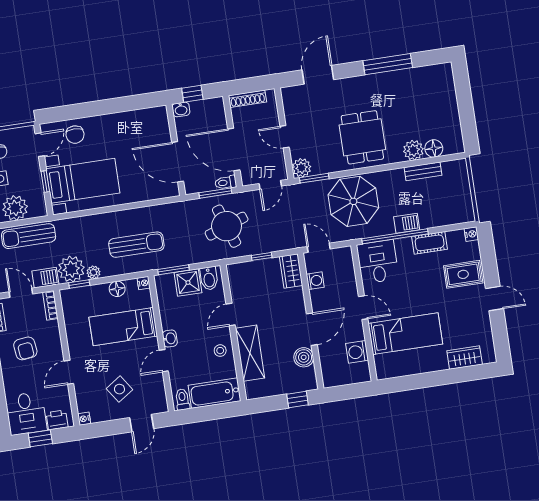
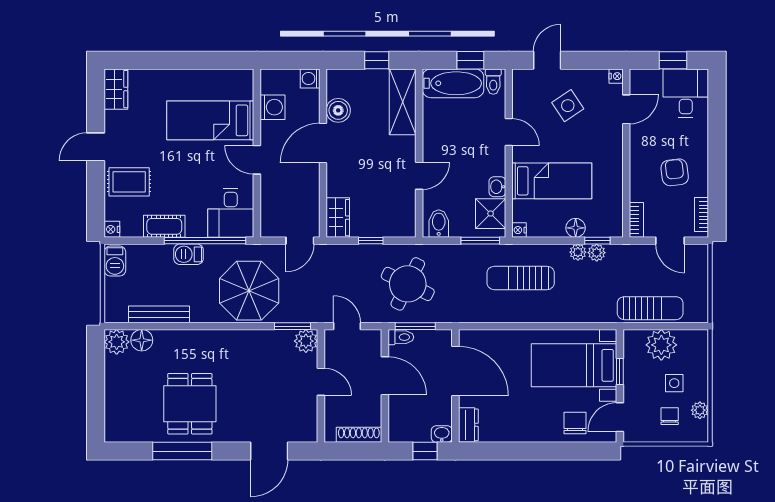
dresser: (161, 120) -> (468, 425), added
dining table: (362, 137) -> (190, 404), moved
door: (234, 149) -> (385, 376), width x0.73
plant: (413, 150) -> (117, 342), moved
bench: (423, 171) -> (159, 314), width x1.36
door: (270, 185) -> (347, 326), hinge flipped
round table: (227, 226) -> (408, 284), turned 45
door: (319, 248) -> (300, 241), hinge flipped
plant: (71, 269) -> (597, 253), width x0.53, depth x0.53
barbecue: (45, 278) -> (115, 261), moved, turned -90
washing machine: (315, 281) -> (310, 79), moved
shower: (188, 283) -> (491, 214), moved
floor lamp: (117, 289) -> (576, 228), moved
door: (494, 298) -> (96, 147), hinge flipped
washbasin: (170, 338) -> (497, 187), moved
stool: (220, 351) -> (438, 134), removed
shelving: (250, 353) -> (403, 102), moved
wardrobe: (465, 358) -> (116, 89), moved, turned -90
door: (164, 361) -> (509, 132), hinge flipped
door: (69, 372) -> (626, 109), moved
window: (297, 400) -> (377, 60), moved
window: (203, 414) -> (470, 60), added
printer: (57, 420) -> (649, 80), removed

